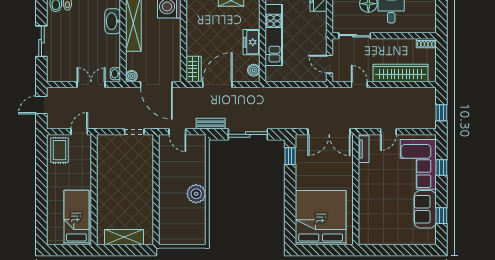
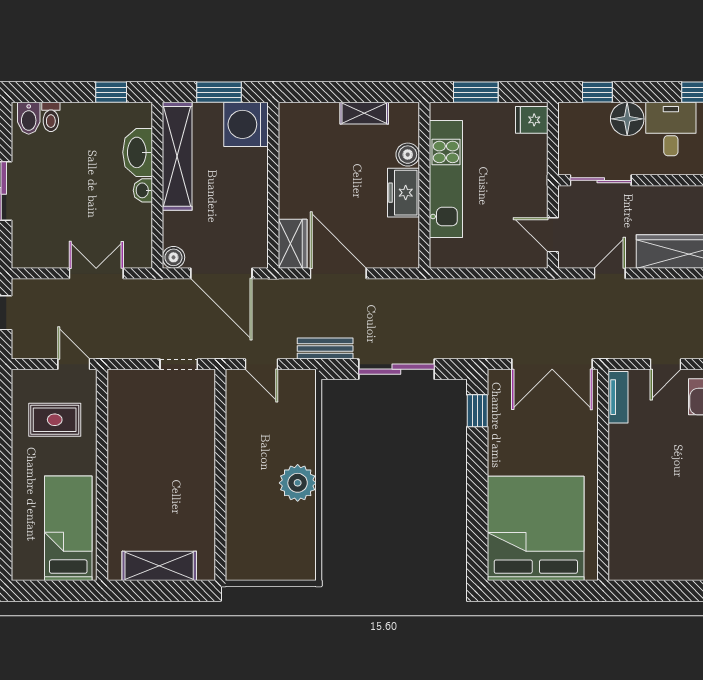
boiler: (254, 70) -> (408, 155), moved
washbasin: (115, 74) -> (143, 190), moved
door: (217, 84) -> (338, 273), hinge flipped
door: (359, 84) -> (610, 273), hinge flipped
door: (79, 132) -> (74, 364), hinge flipped
rug: (60, 150) -> (55, 420), moved, turned 90

